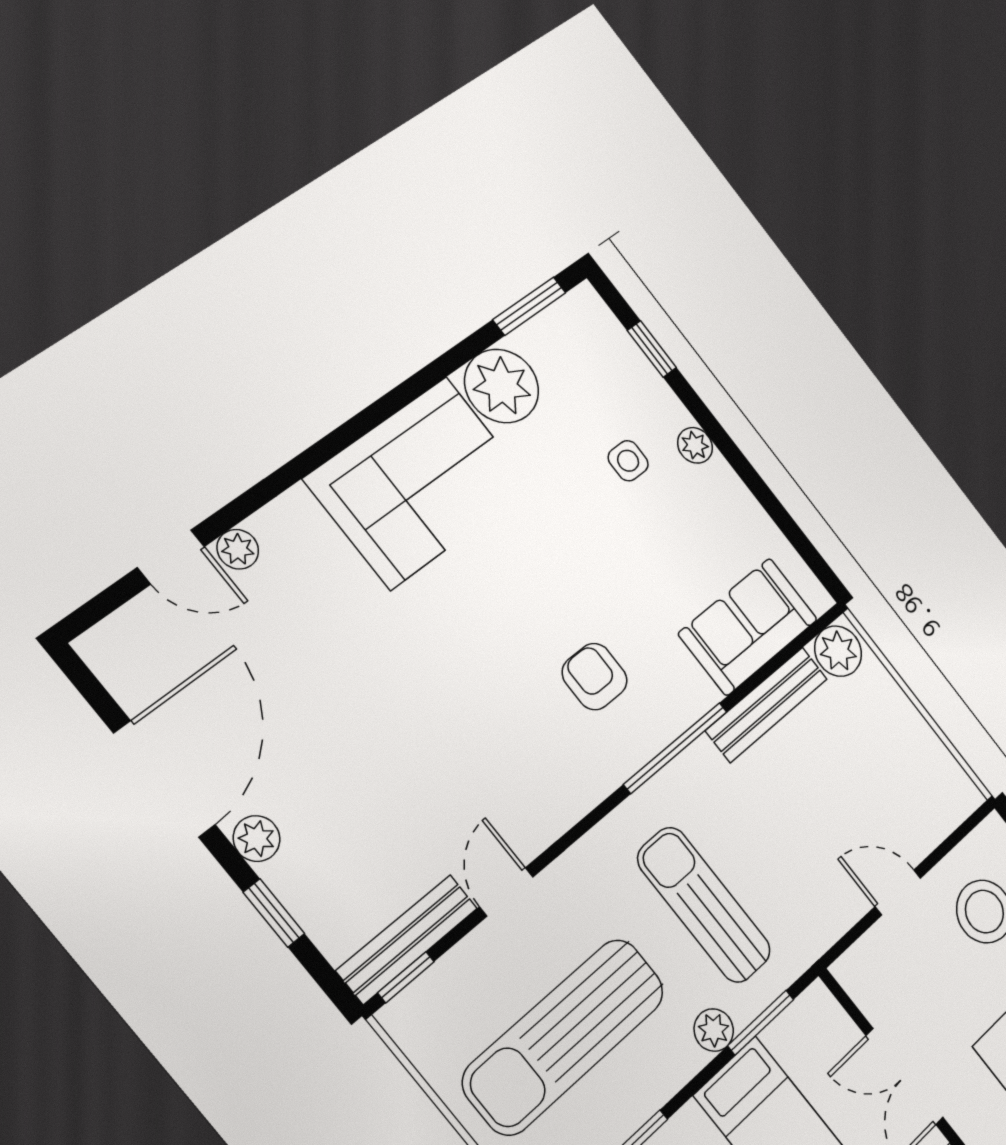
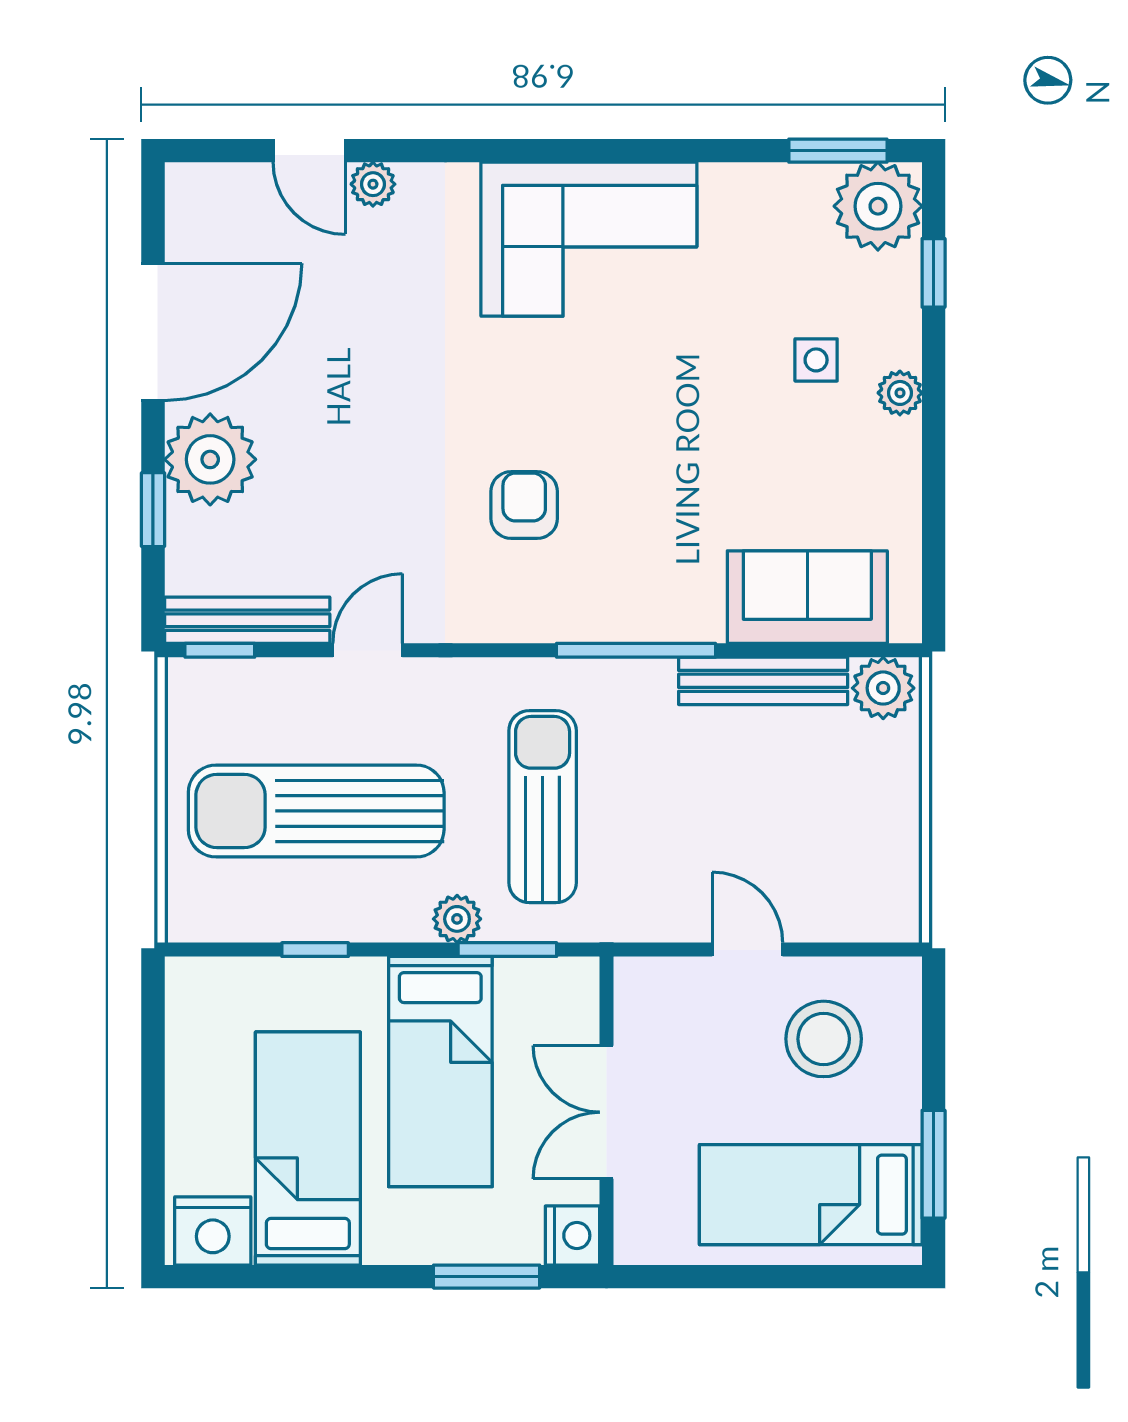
plant: (502, 386) -> (878, 206), moved
armchair: (595, 677) -> (524, 505), moved
plant: (257, 839) -> (210, 459), width x1.88, depth x1.88

